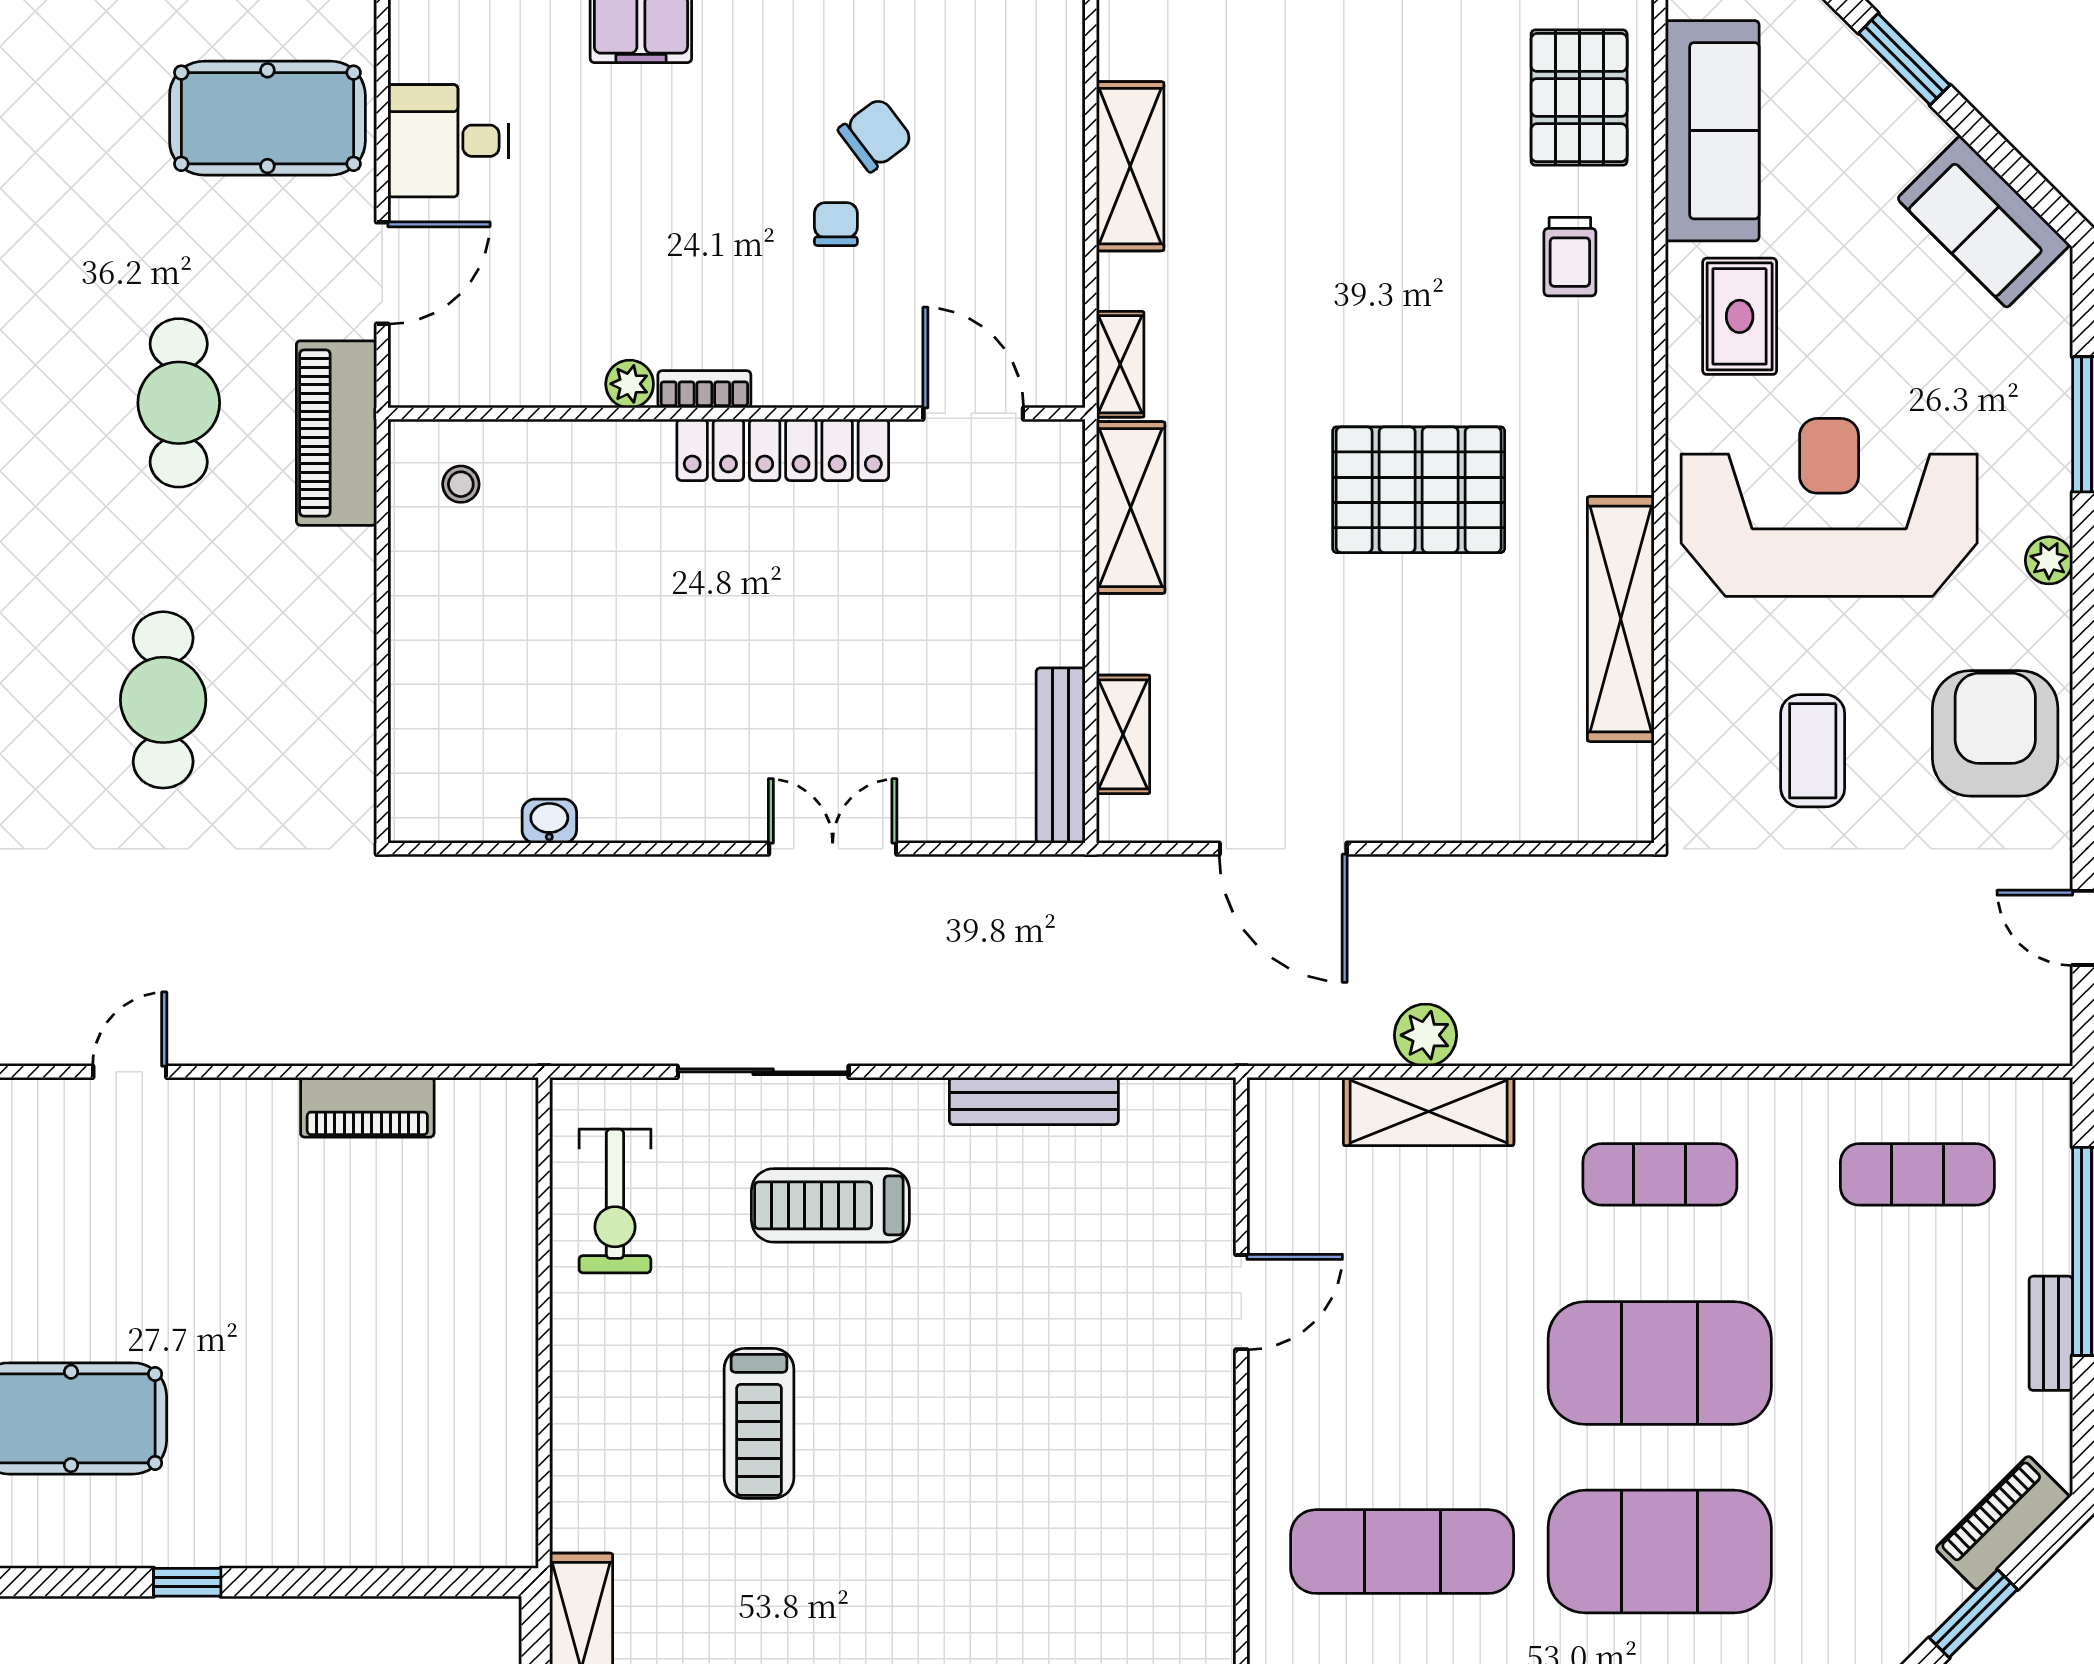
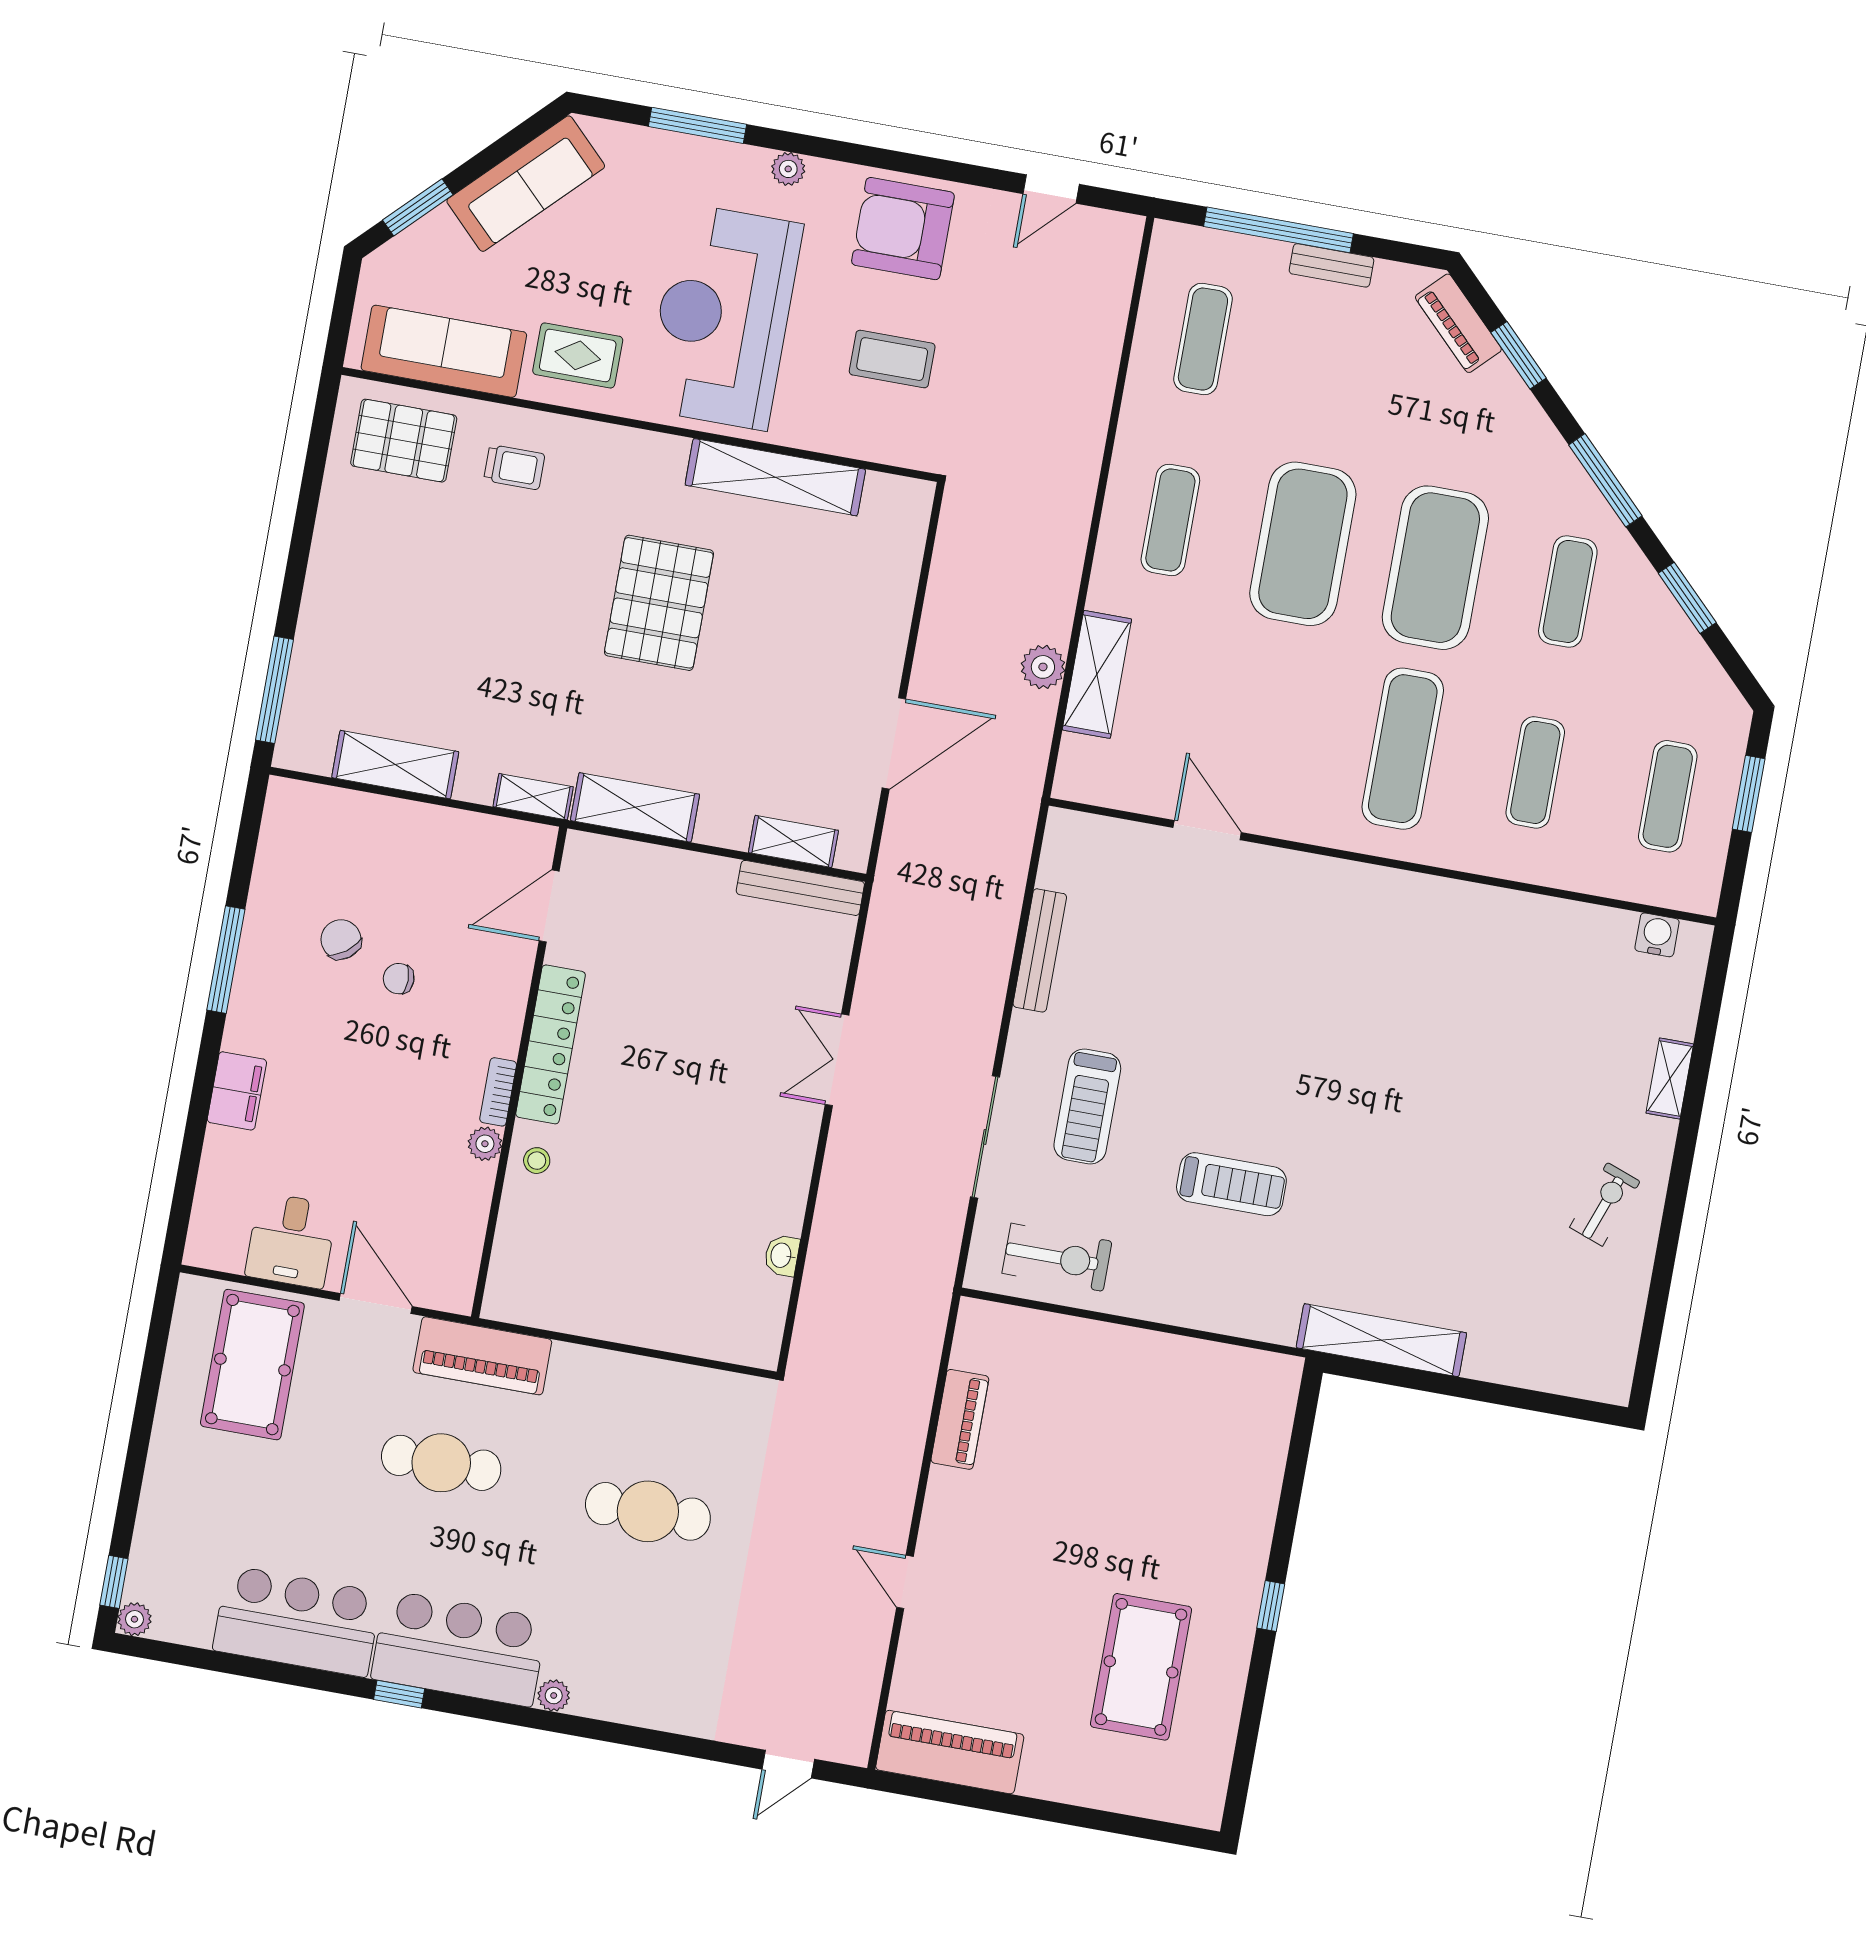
sofa: (1984, 222) -> (526, 184), width x1.36
stool: (461, 484) -> (537, 1161), moved

